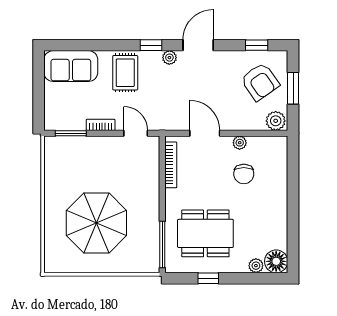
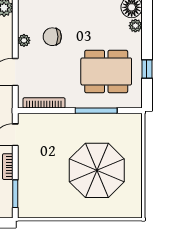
chair: (244, 174) -> (52, 37), turned 180
dining table: (205, 233) -> (106, 71), turned 90
window: (162, 245) -> (96, 111), moved

